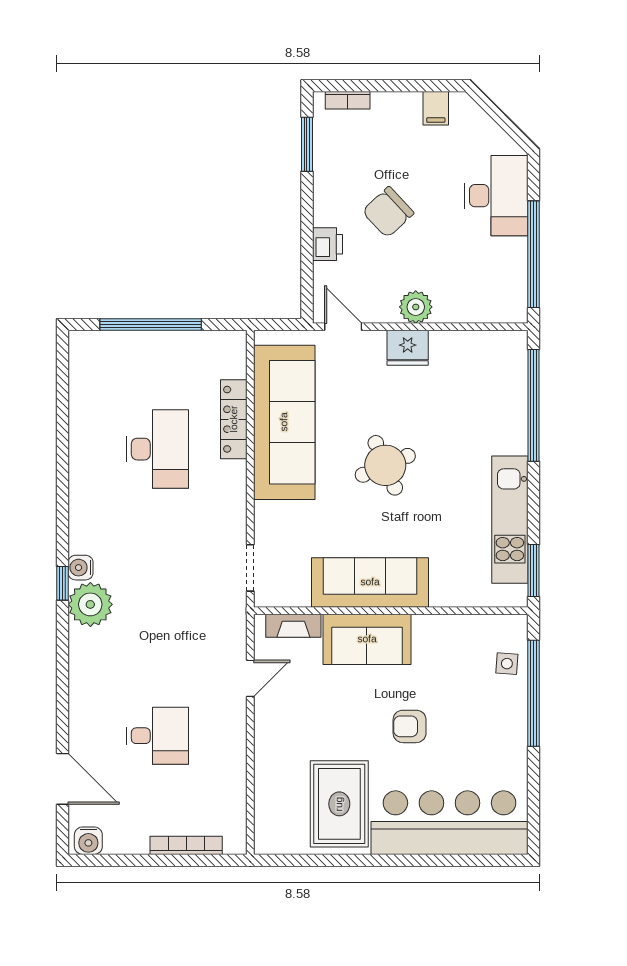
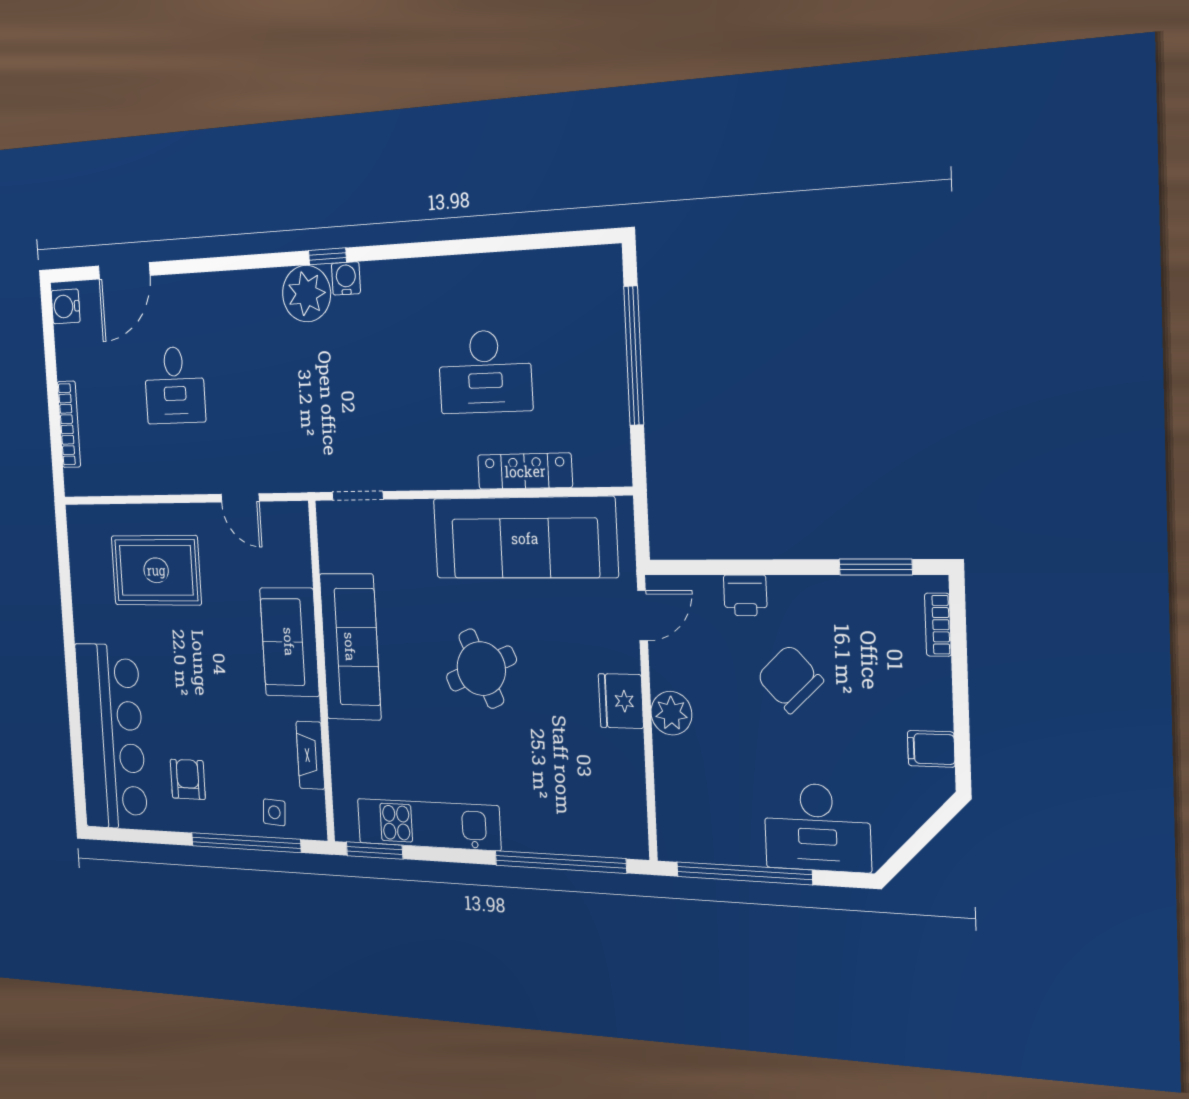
fireplace: (293, 626) -> (310, 755), moved
armchair: (410, 726) -> (188, 779), moved
rug: (339, 804) -> (156, 570), moved

